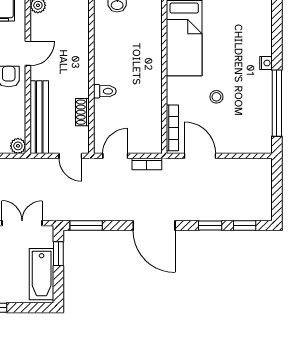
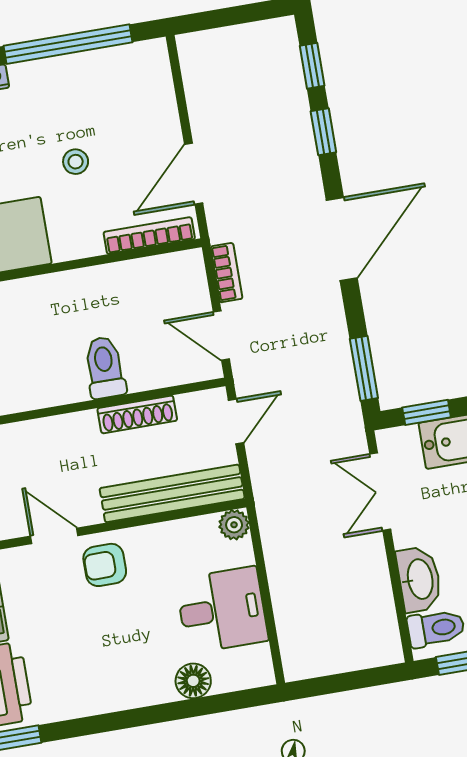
toilet: (105, 91) -> (105, 367), width x1.37, depth x1.39
shoe rack: (82, 112) -> (137, 414), width x1.43

